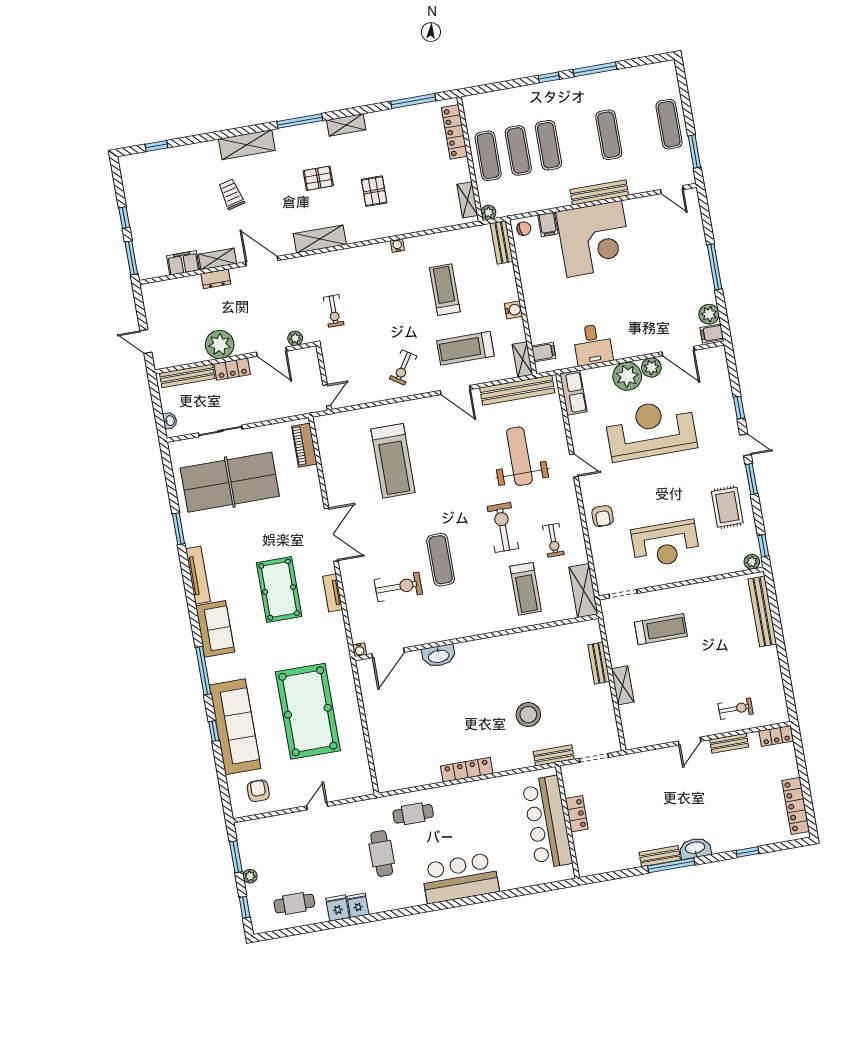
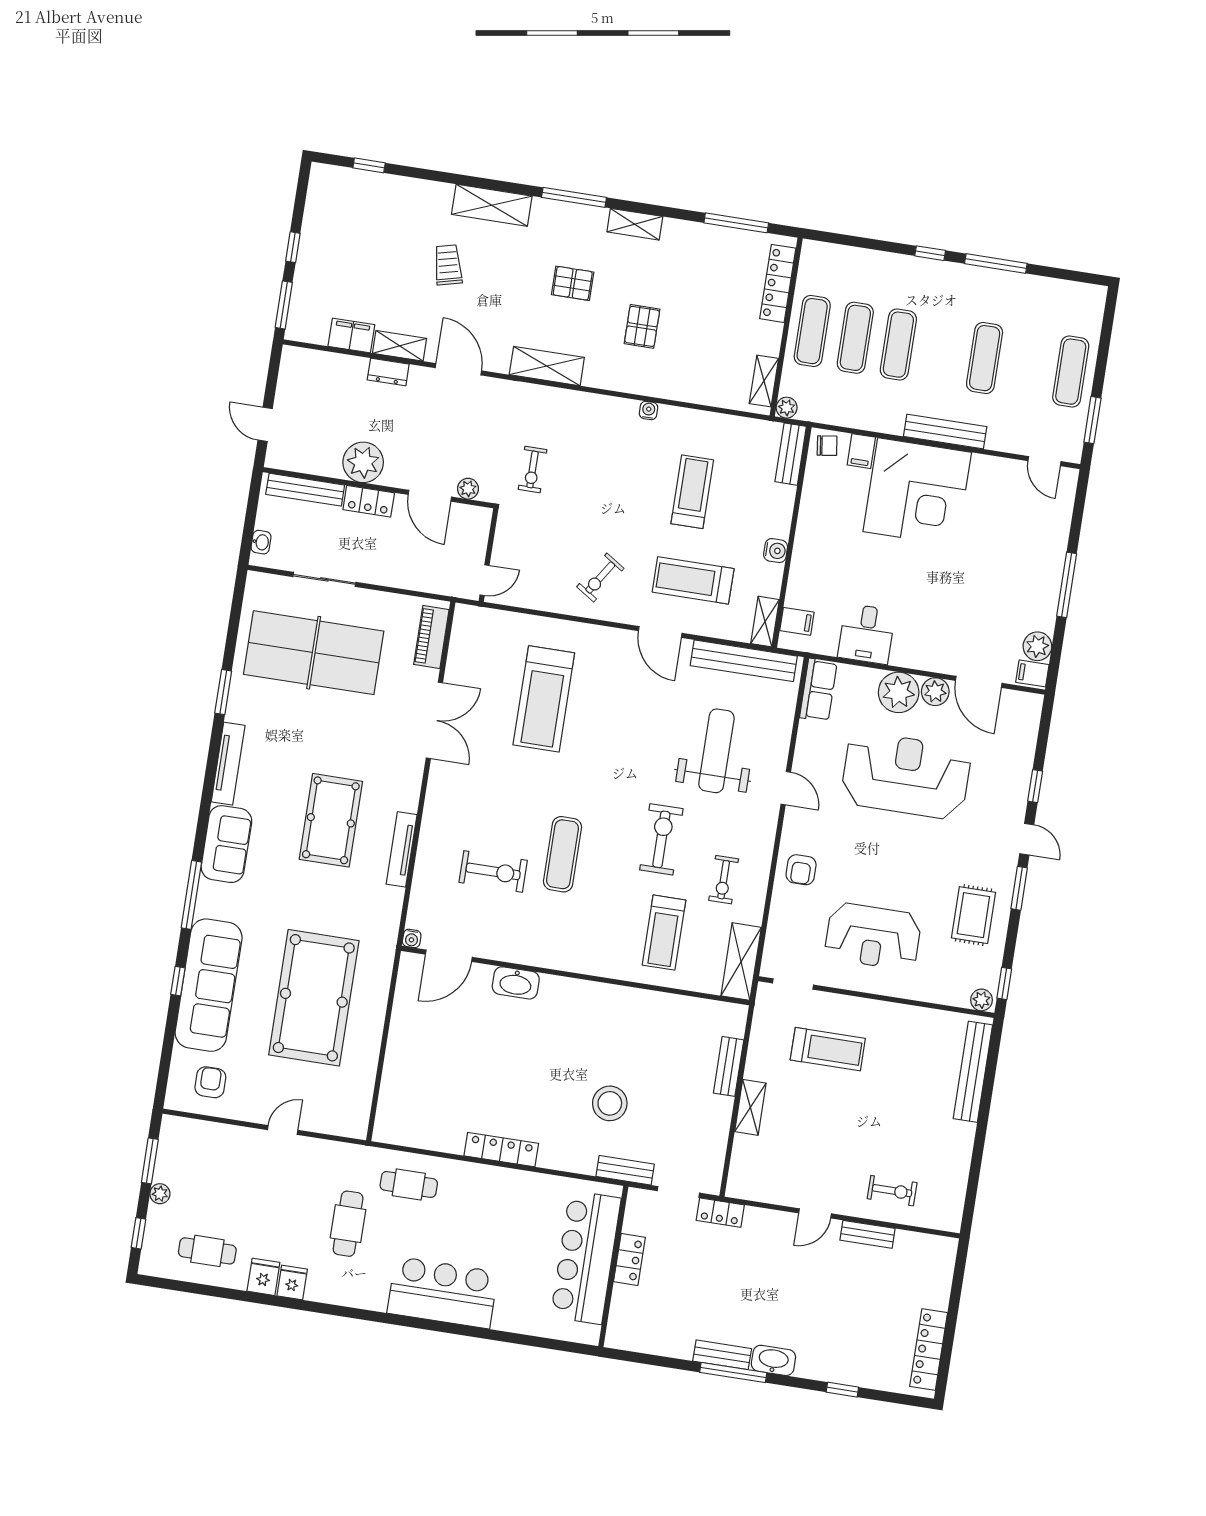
double door: (331, 535) -> (434, 720), moved
tv unit: (333, 593) -> (402, 849), width x1.41
locker: (776, 736) -> (720, 1213), moved

